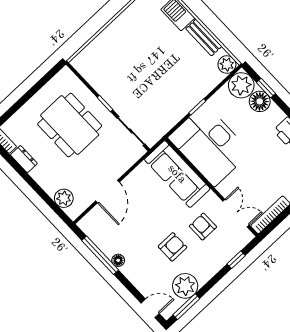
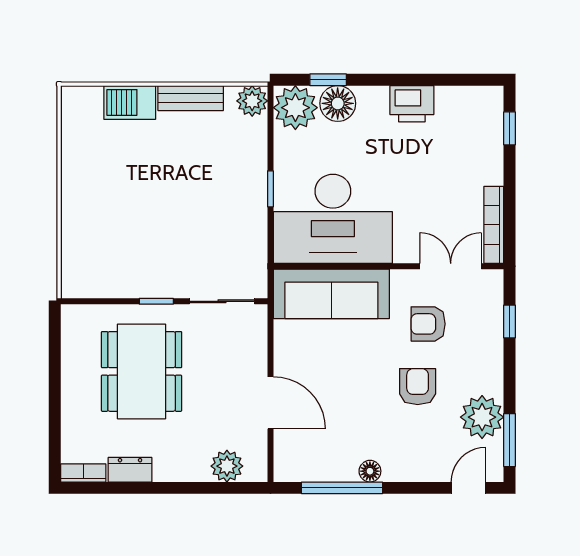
dining table: (70, 125) -> (142, 371), turned 90

